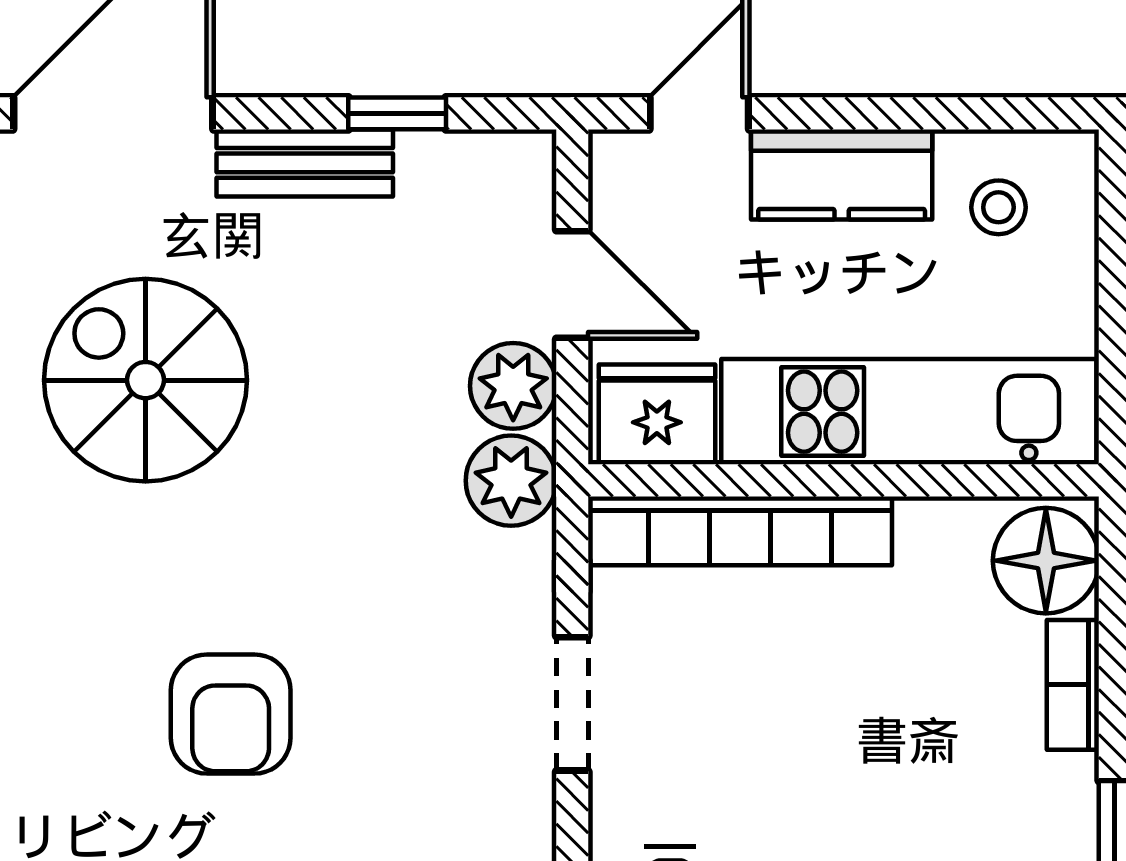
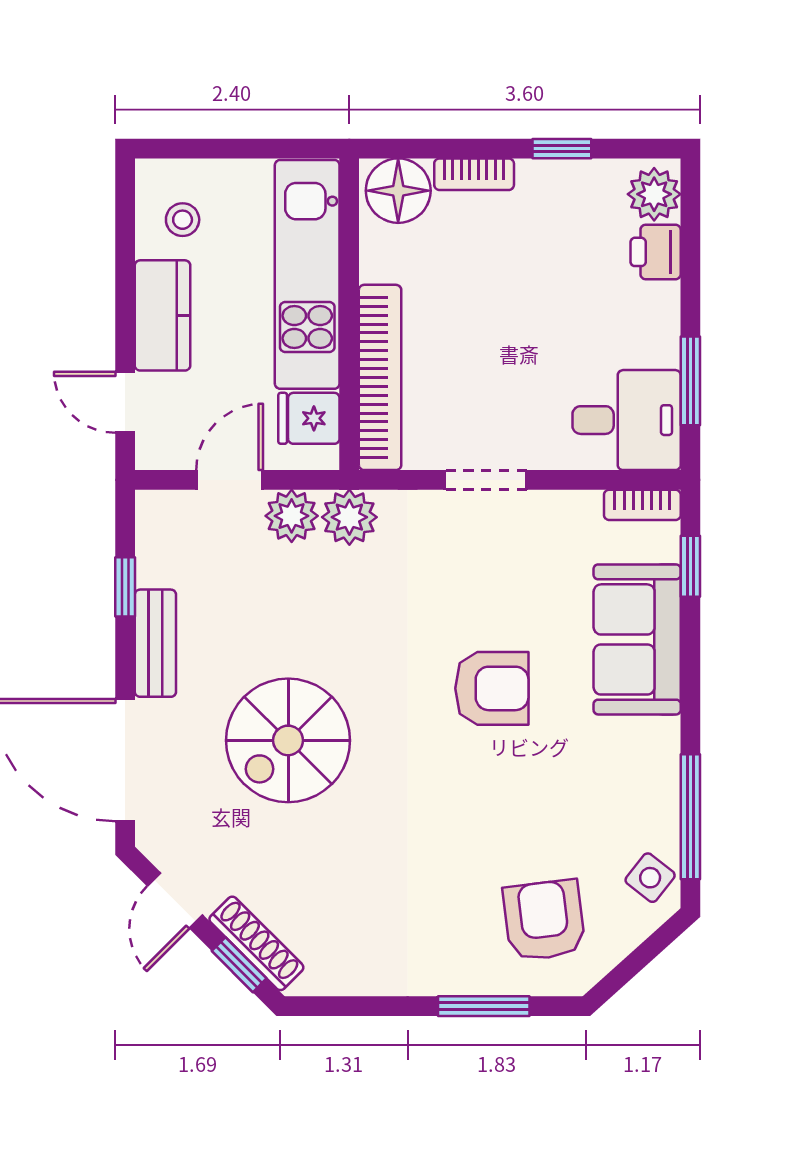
fridge: (657, 414) -> (309, 418), width x0.72

